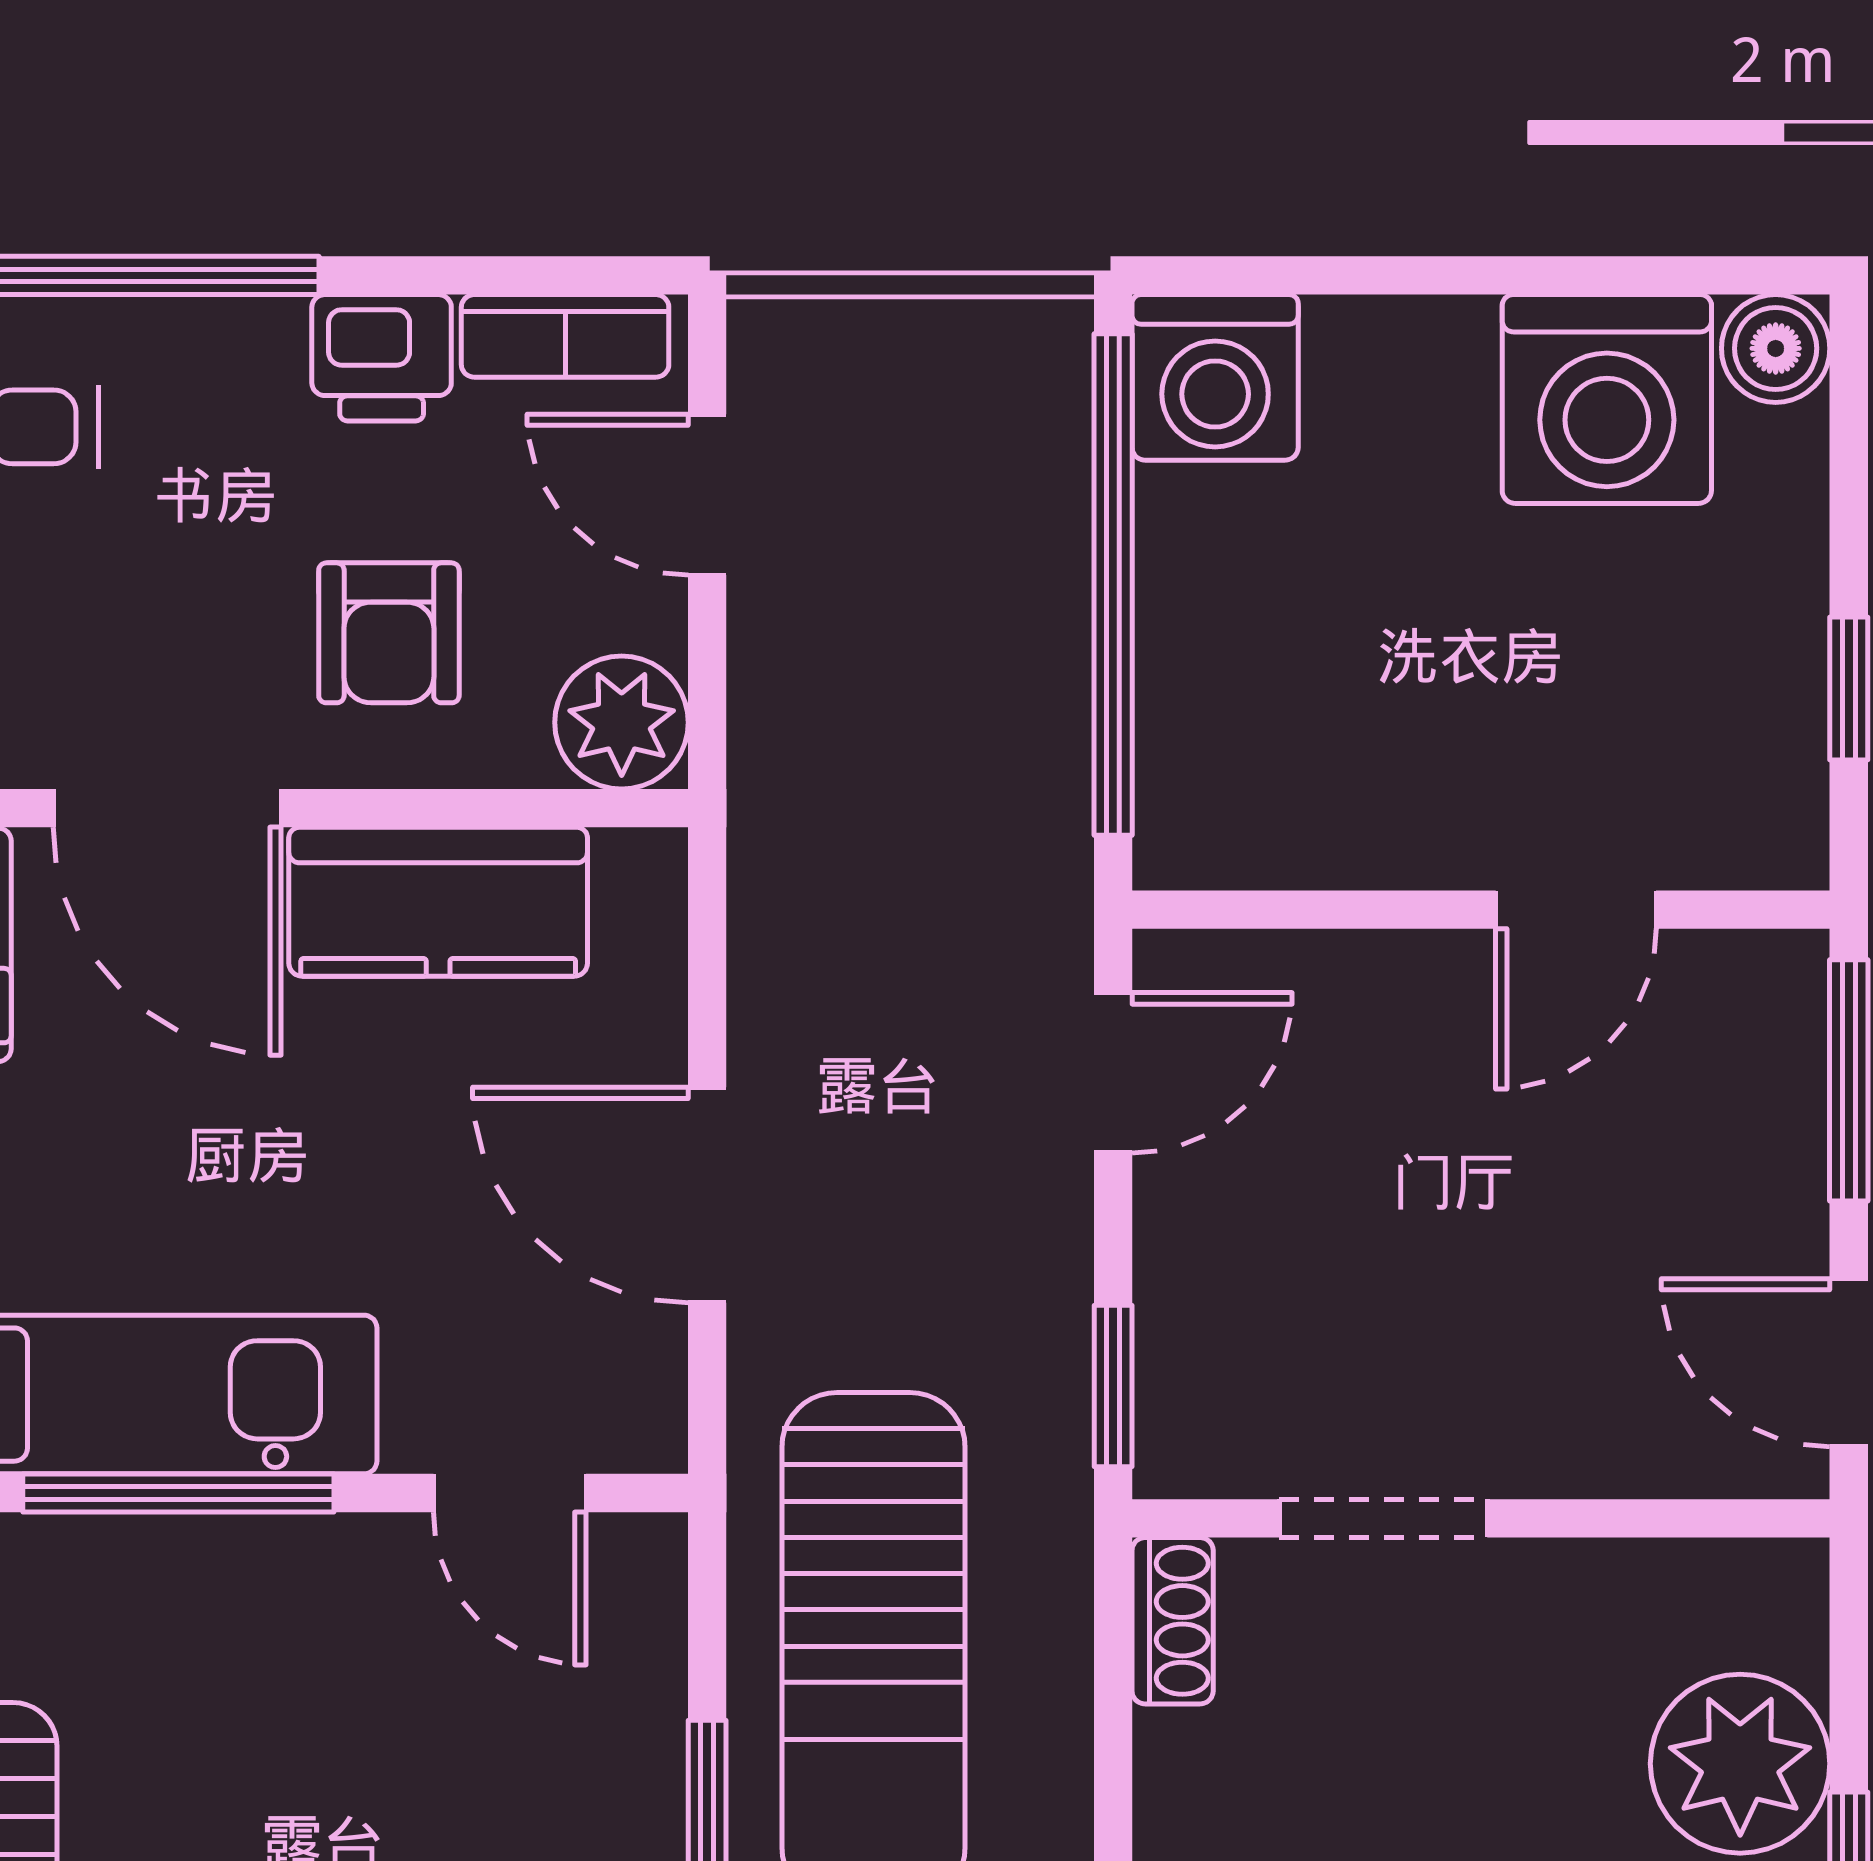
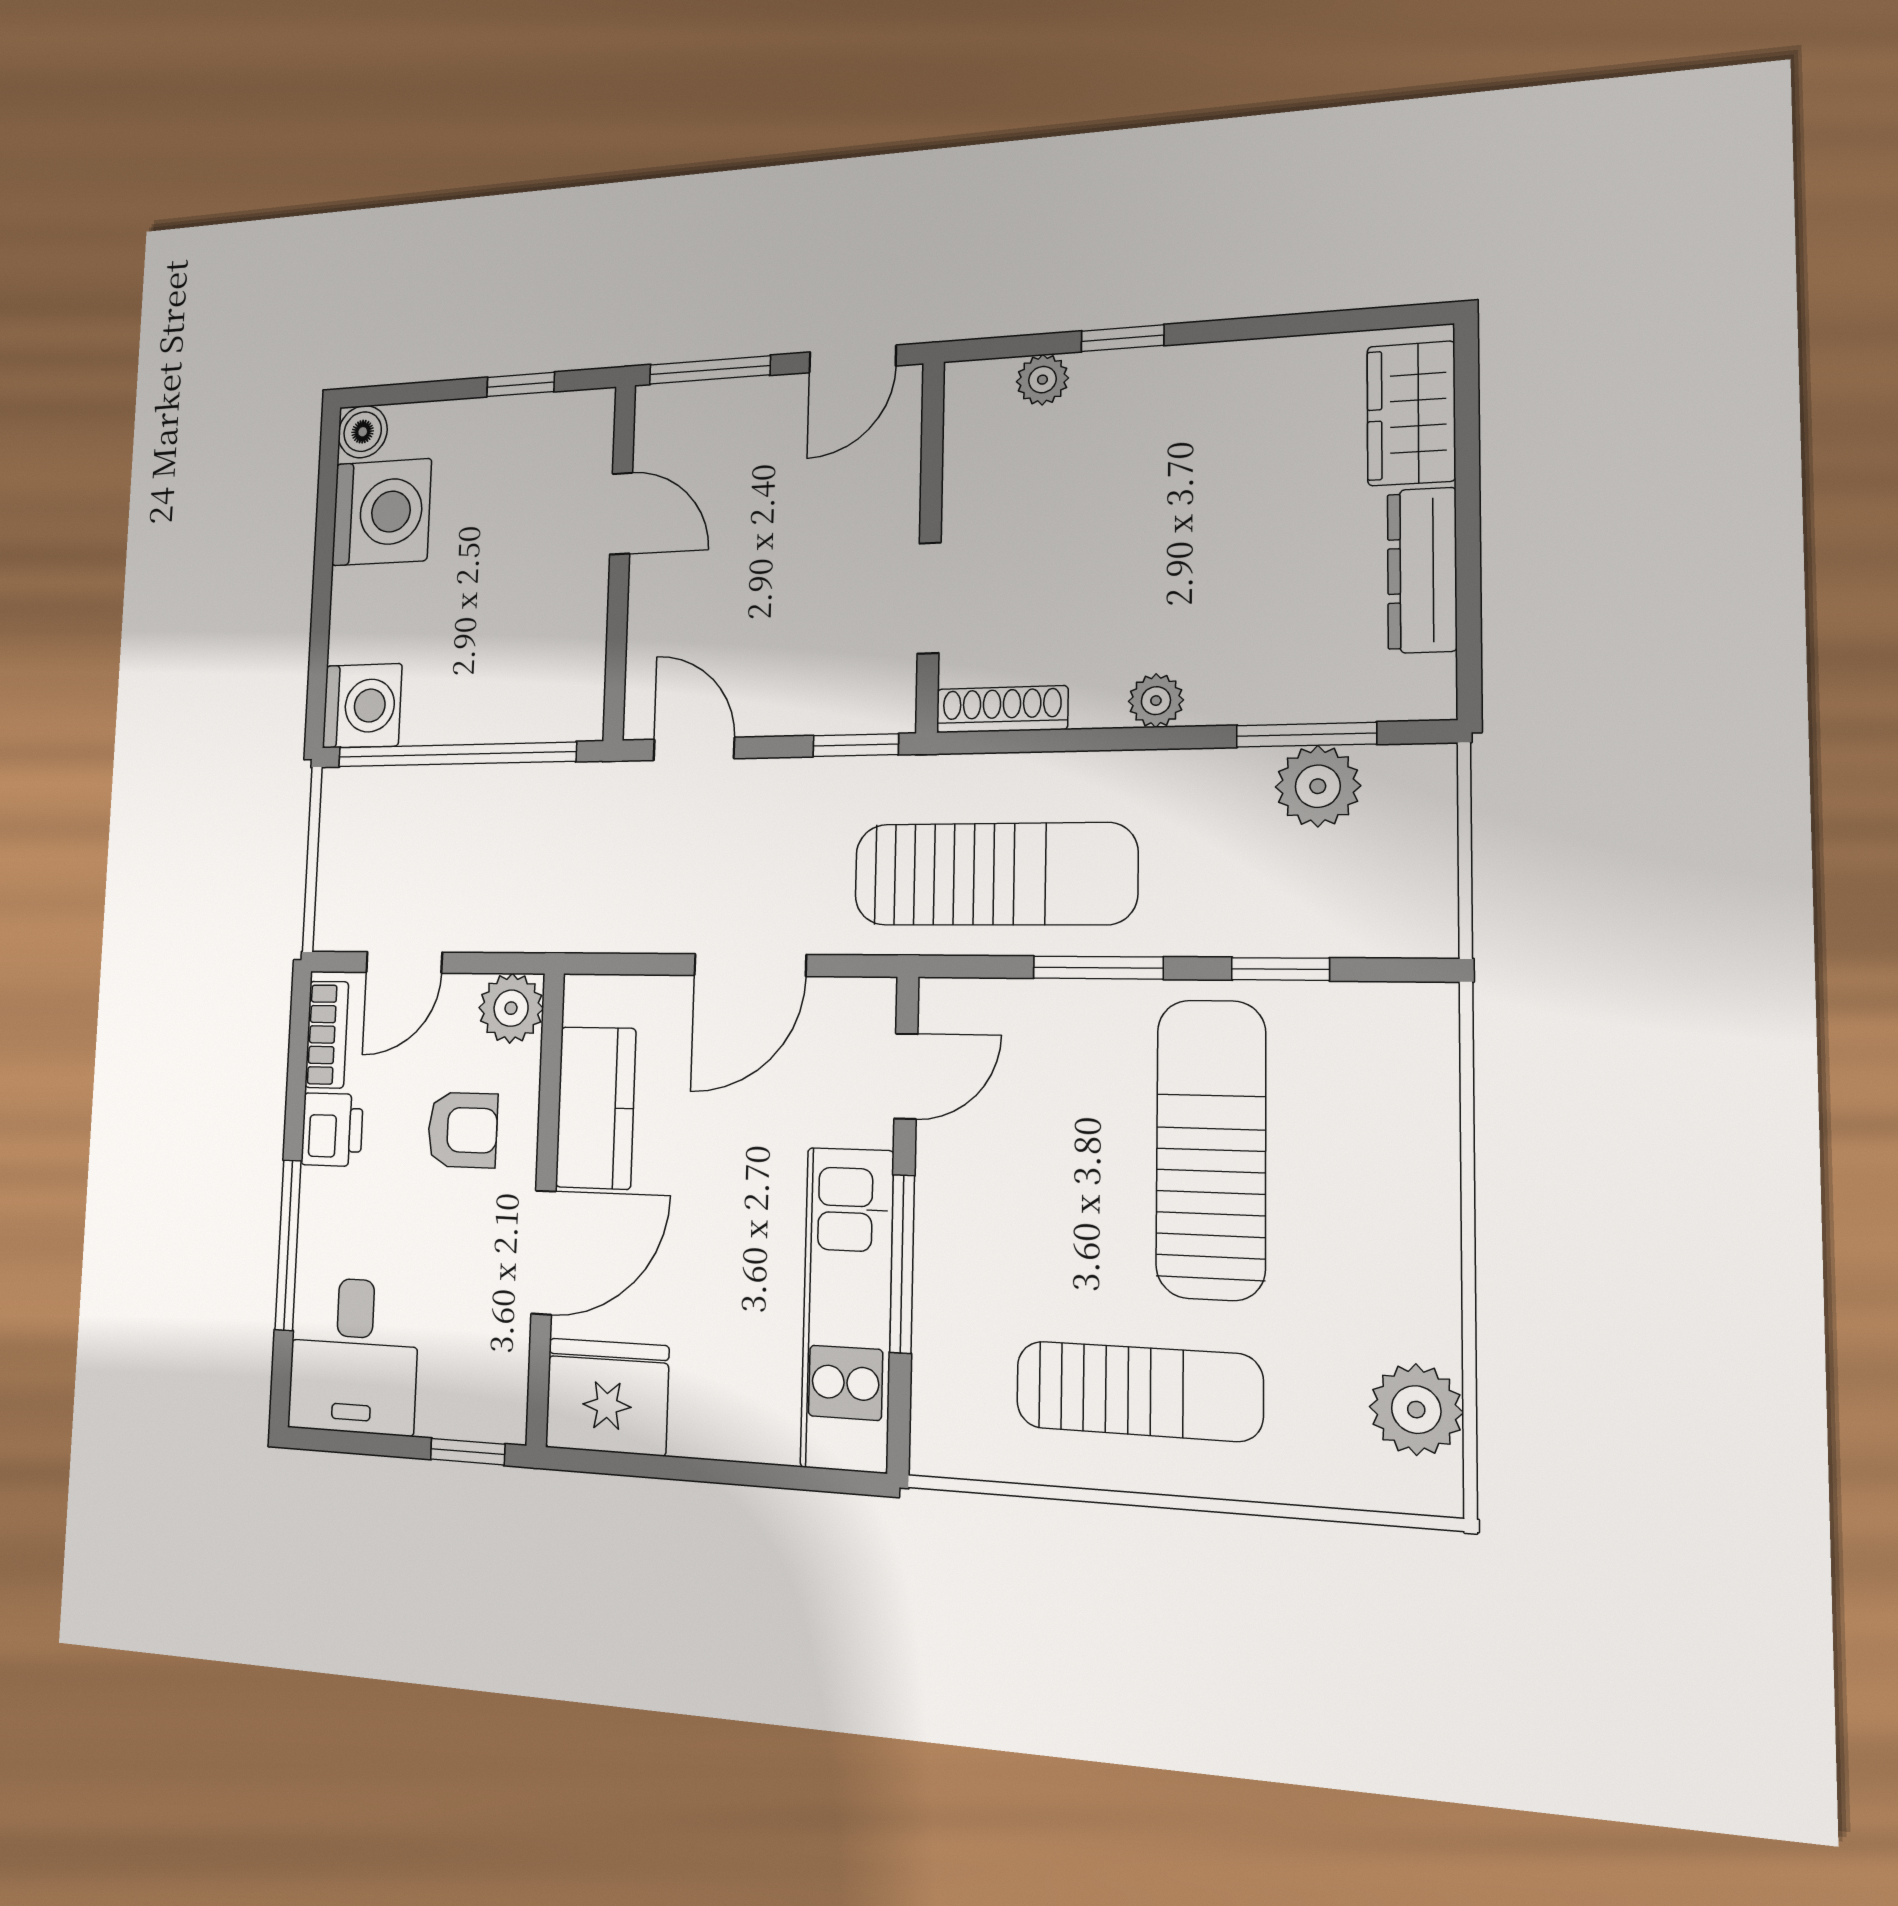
shoe rack: (1173, 1621) -> (1002, 709), width x1.43
plant: (1740, 1764) -> (1042, 380), width x0.53, depth x0.53

